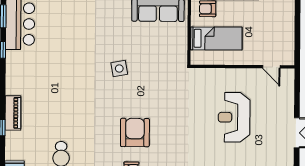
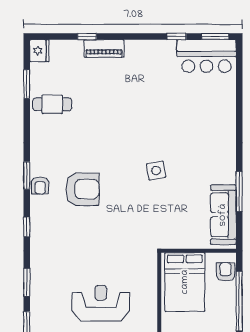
bed: (216, 38) -> (185, 282), width x1.50

